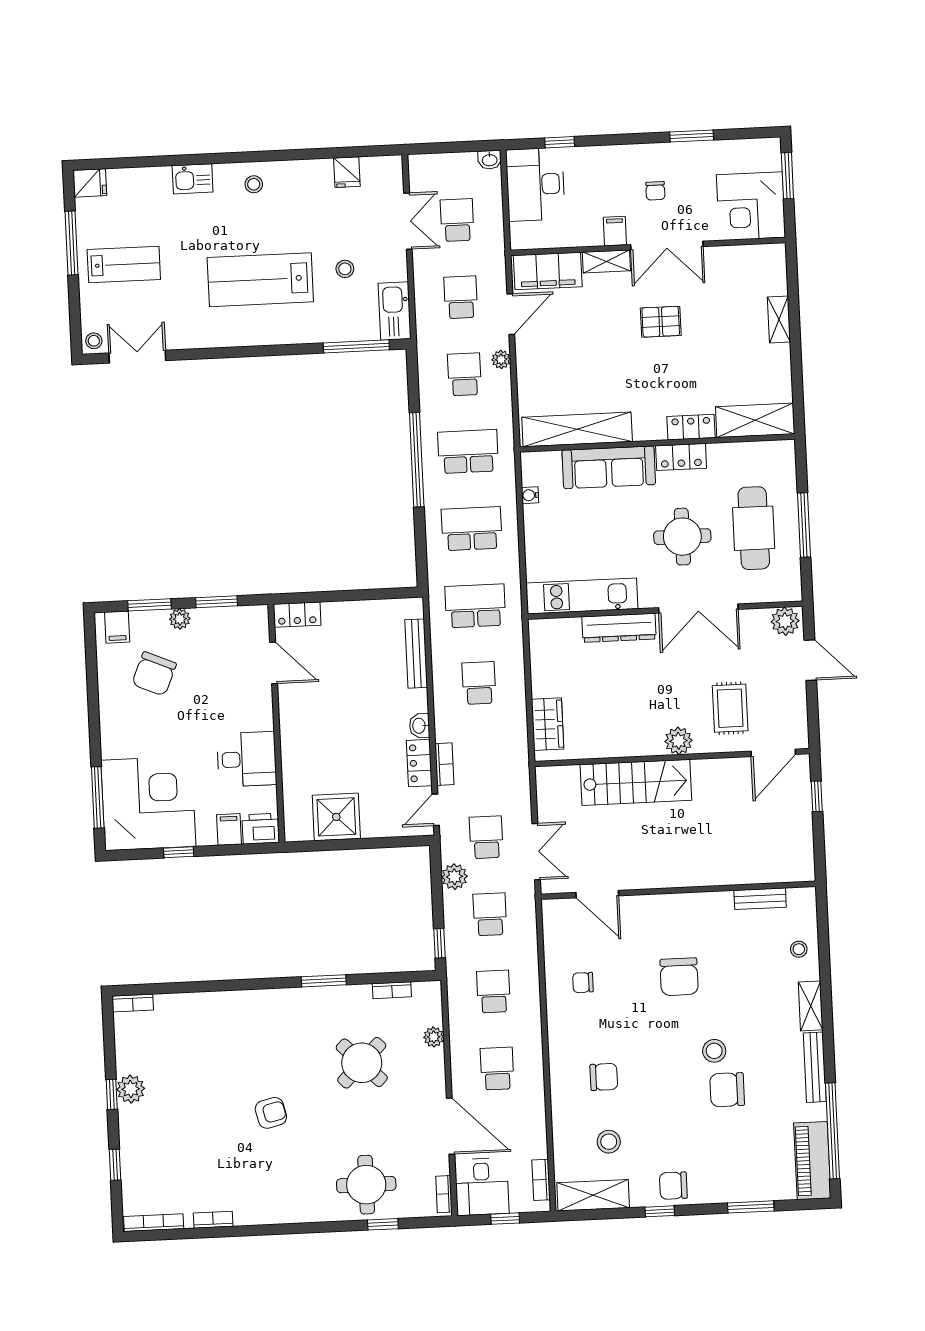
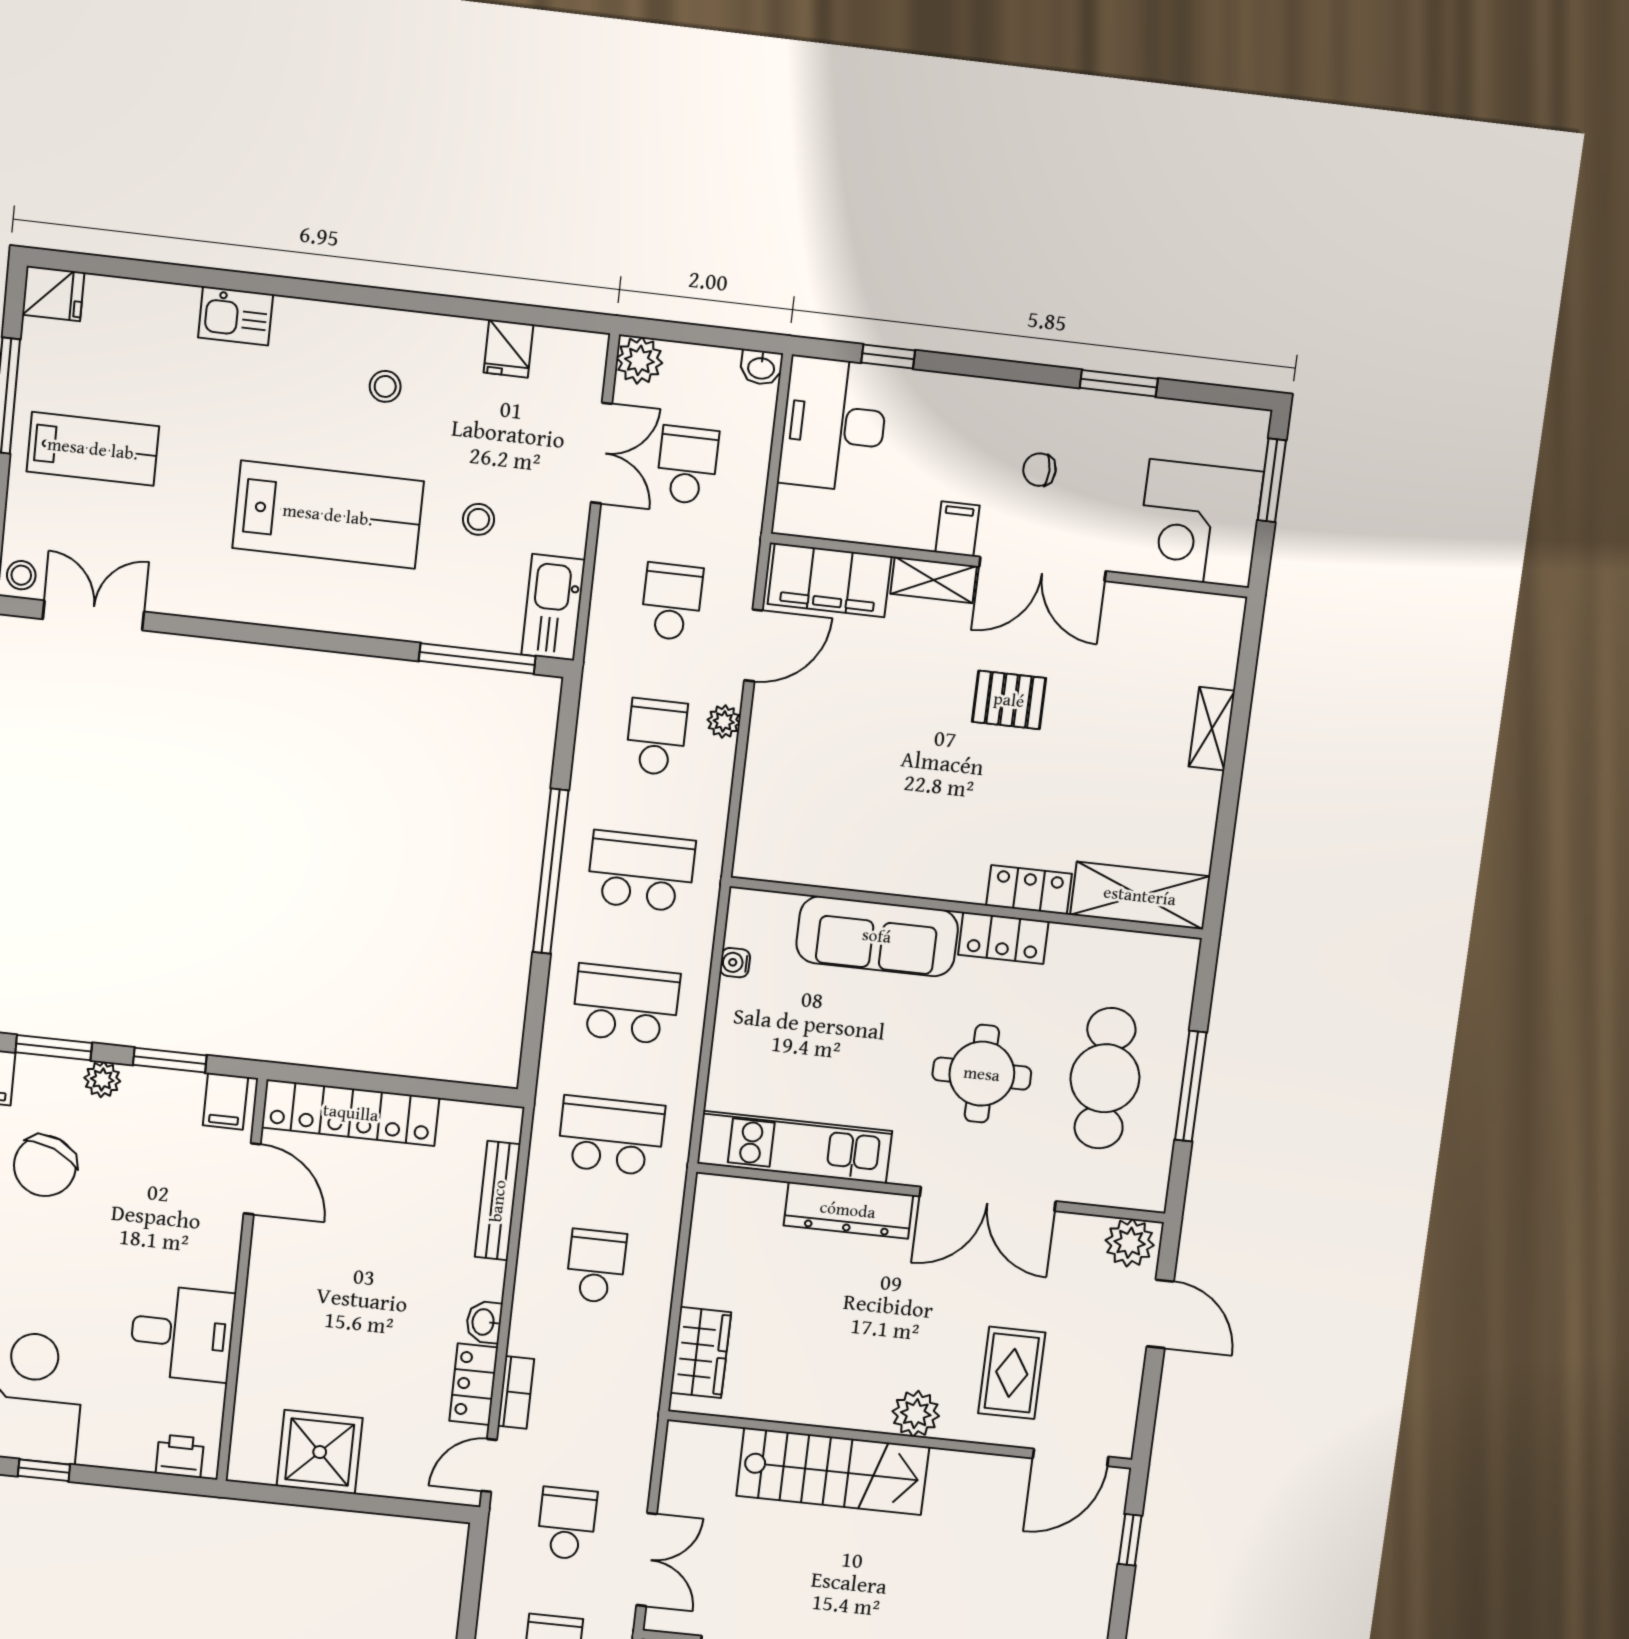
stool: (254, 184) -> (385, 386), moved
chair: (655, 191) -> (1039, 470), turned 90
lab bench: (260, 280) -> (328, 515), turned 180
shelving: (577, 429) -> (834, 863), removed
locker: (297, 615) -> (351, 1113), width x2.16, depth x1.21
filing cabinet: (229, 829) -> (225, 1101), moved, turned 180
printer: (260, 829) -> (180, 1456), width x0.73, depth x0.81
plant: (454, 877) -> (639, 360), moved

